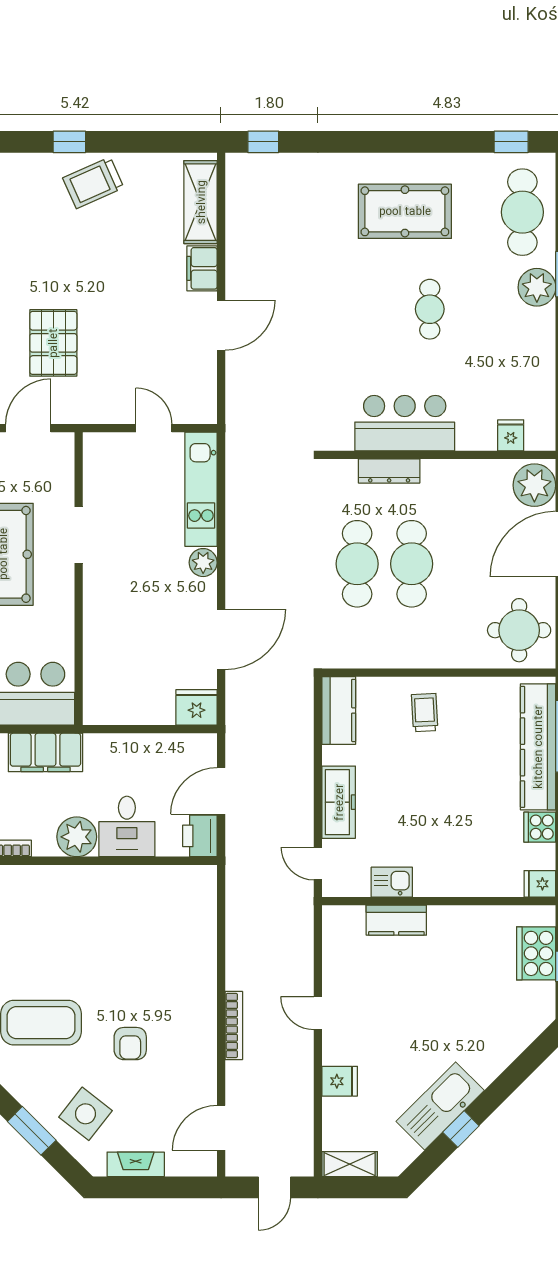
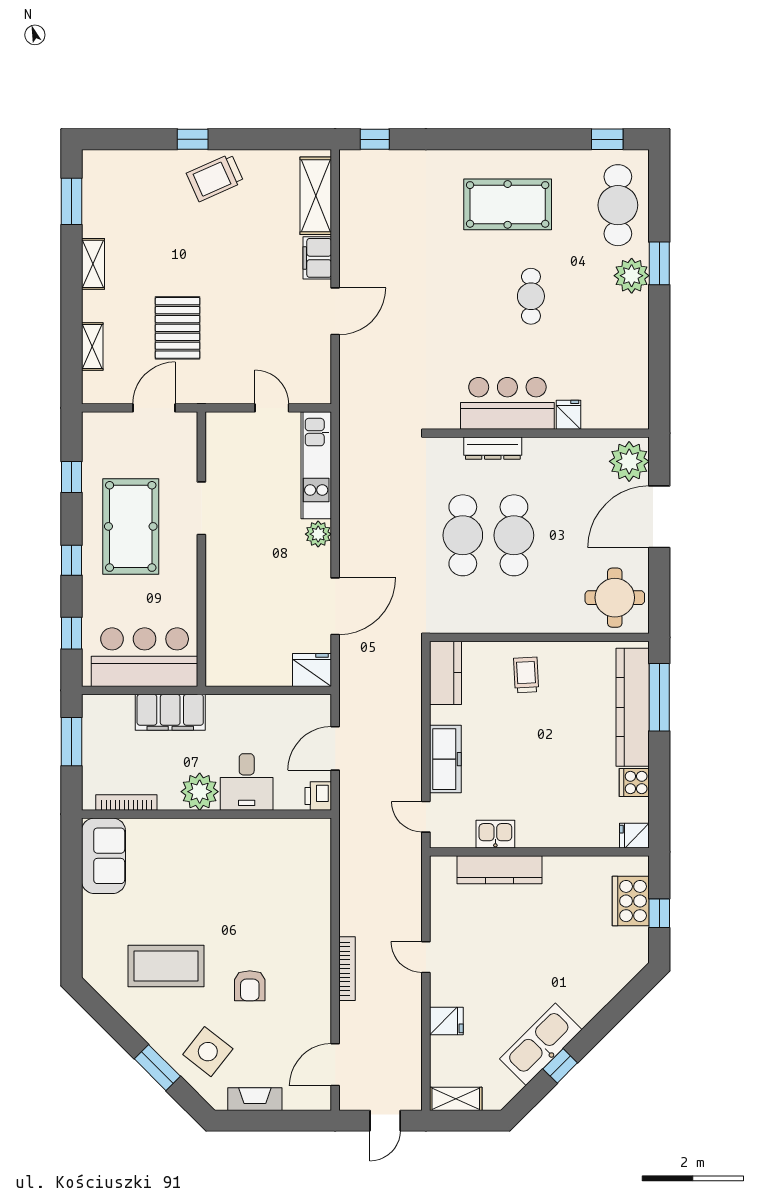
fridge: (511, 435) -> (568, 415), moved
printer: (200, 836) -> (318, 796), width x0.73, depth x0.81
kitchen counter: (396, 920) -> (500, 870), width x1.50

